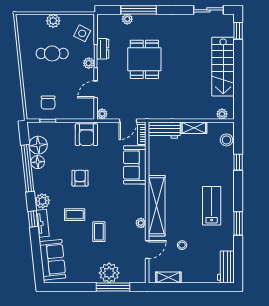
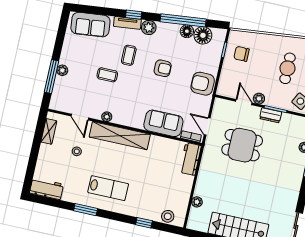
dresser: (103, 49) -> (271, 115), moved
dining table: (144, 59) -> (242, 145), moved
plant: (89, 63) -> (259, 99), moved
plant: (102, 114) -> (219, 103), removed
plant: (222, 114) -> (197, 202), moved
shelving: (194, 128) -> (186, 188), removed
plant: (109, 273) -> (62, 70), width x0.53, depth x0.53

